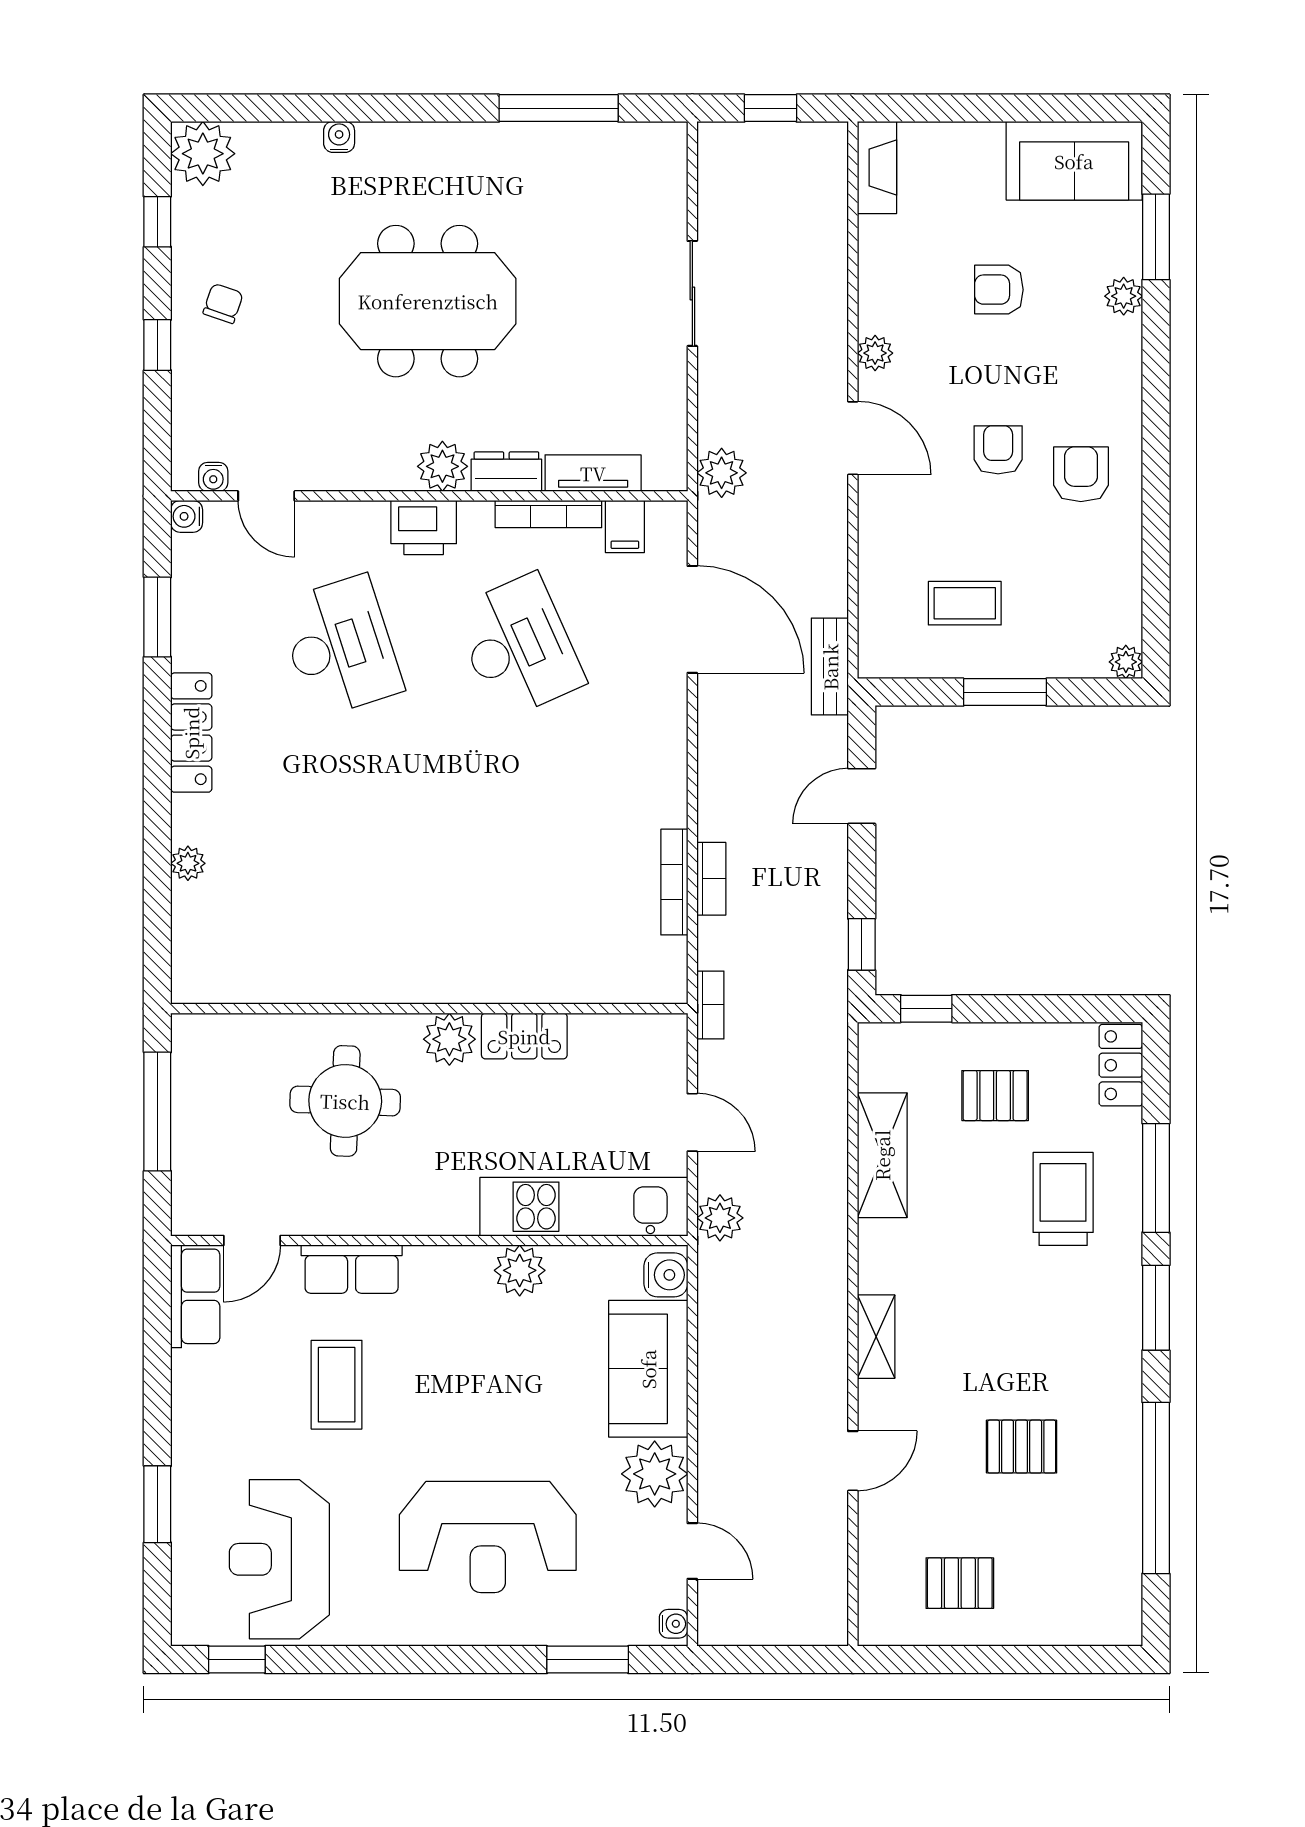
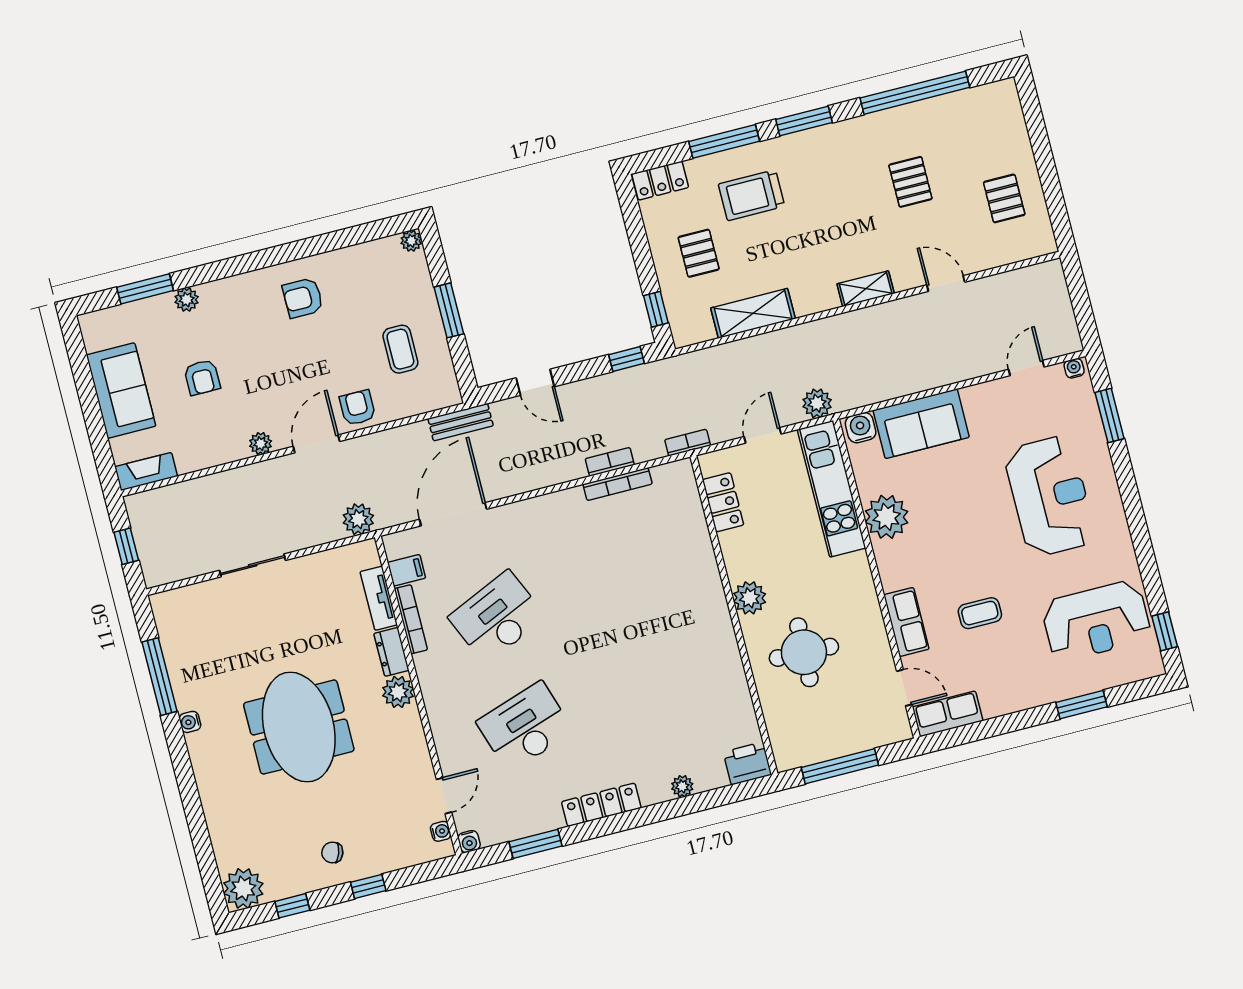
water cooler: (339, 137) -> (190, 722), moved
sofa: (1074, 161) -> (121, 391), moved
armchair: (998, 450) -> (357, 408), moved, turned 90
printer: (424, 527) -> (747, 763), moved, turned -90
locker: (524, 1036) -> (723, 502), moved
plant: (520, 1270) -> (887, 517), width x1.36, depth x1.36
coffee table: (337, 1385) -> (980, 613), width x0.73, depth x0.77
plant: (655, 1474) -> (985, 403), removed

